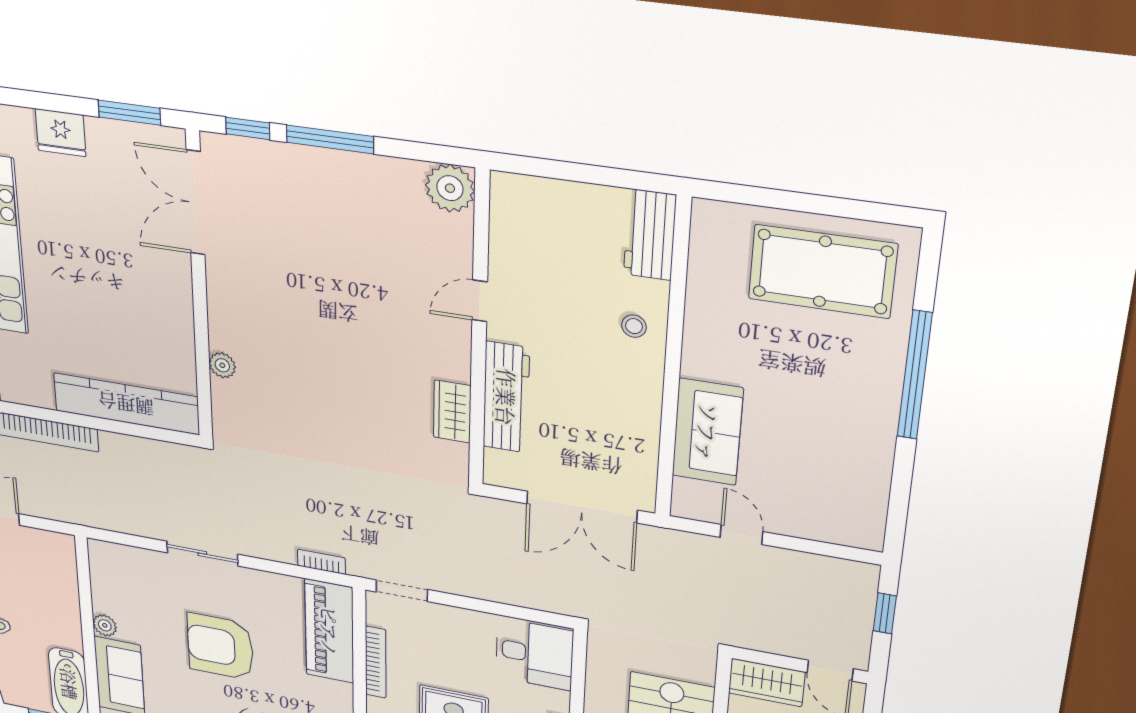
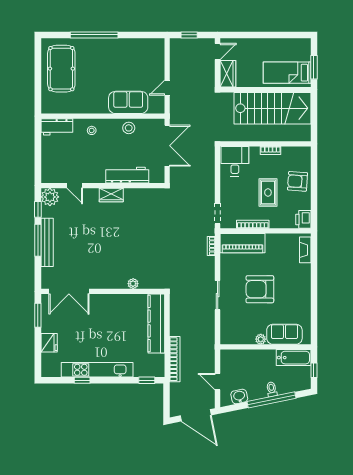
window: (248, 128) -> (38, 209), moved
bench: (325, 163) -> (47, 242), added
door: (480, 301) -> (75, 186), moved
wardrobe: (452, 412) -> (111, 195), moved
stool: (636, 422) -> (129, 128), added
armchair: (220, 647) -> (260, 289), turned 90

